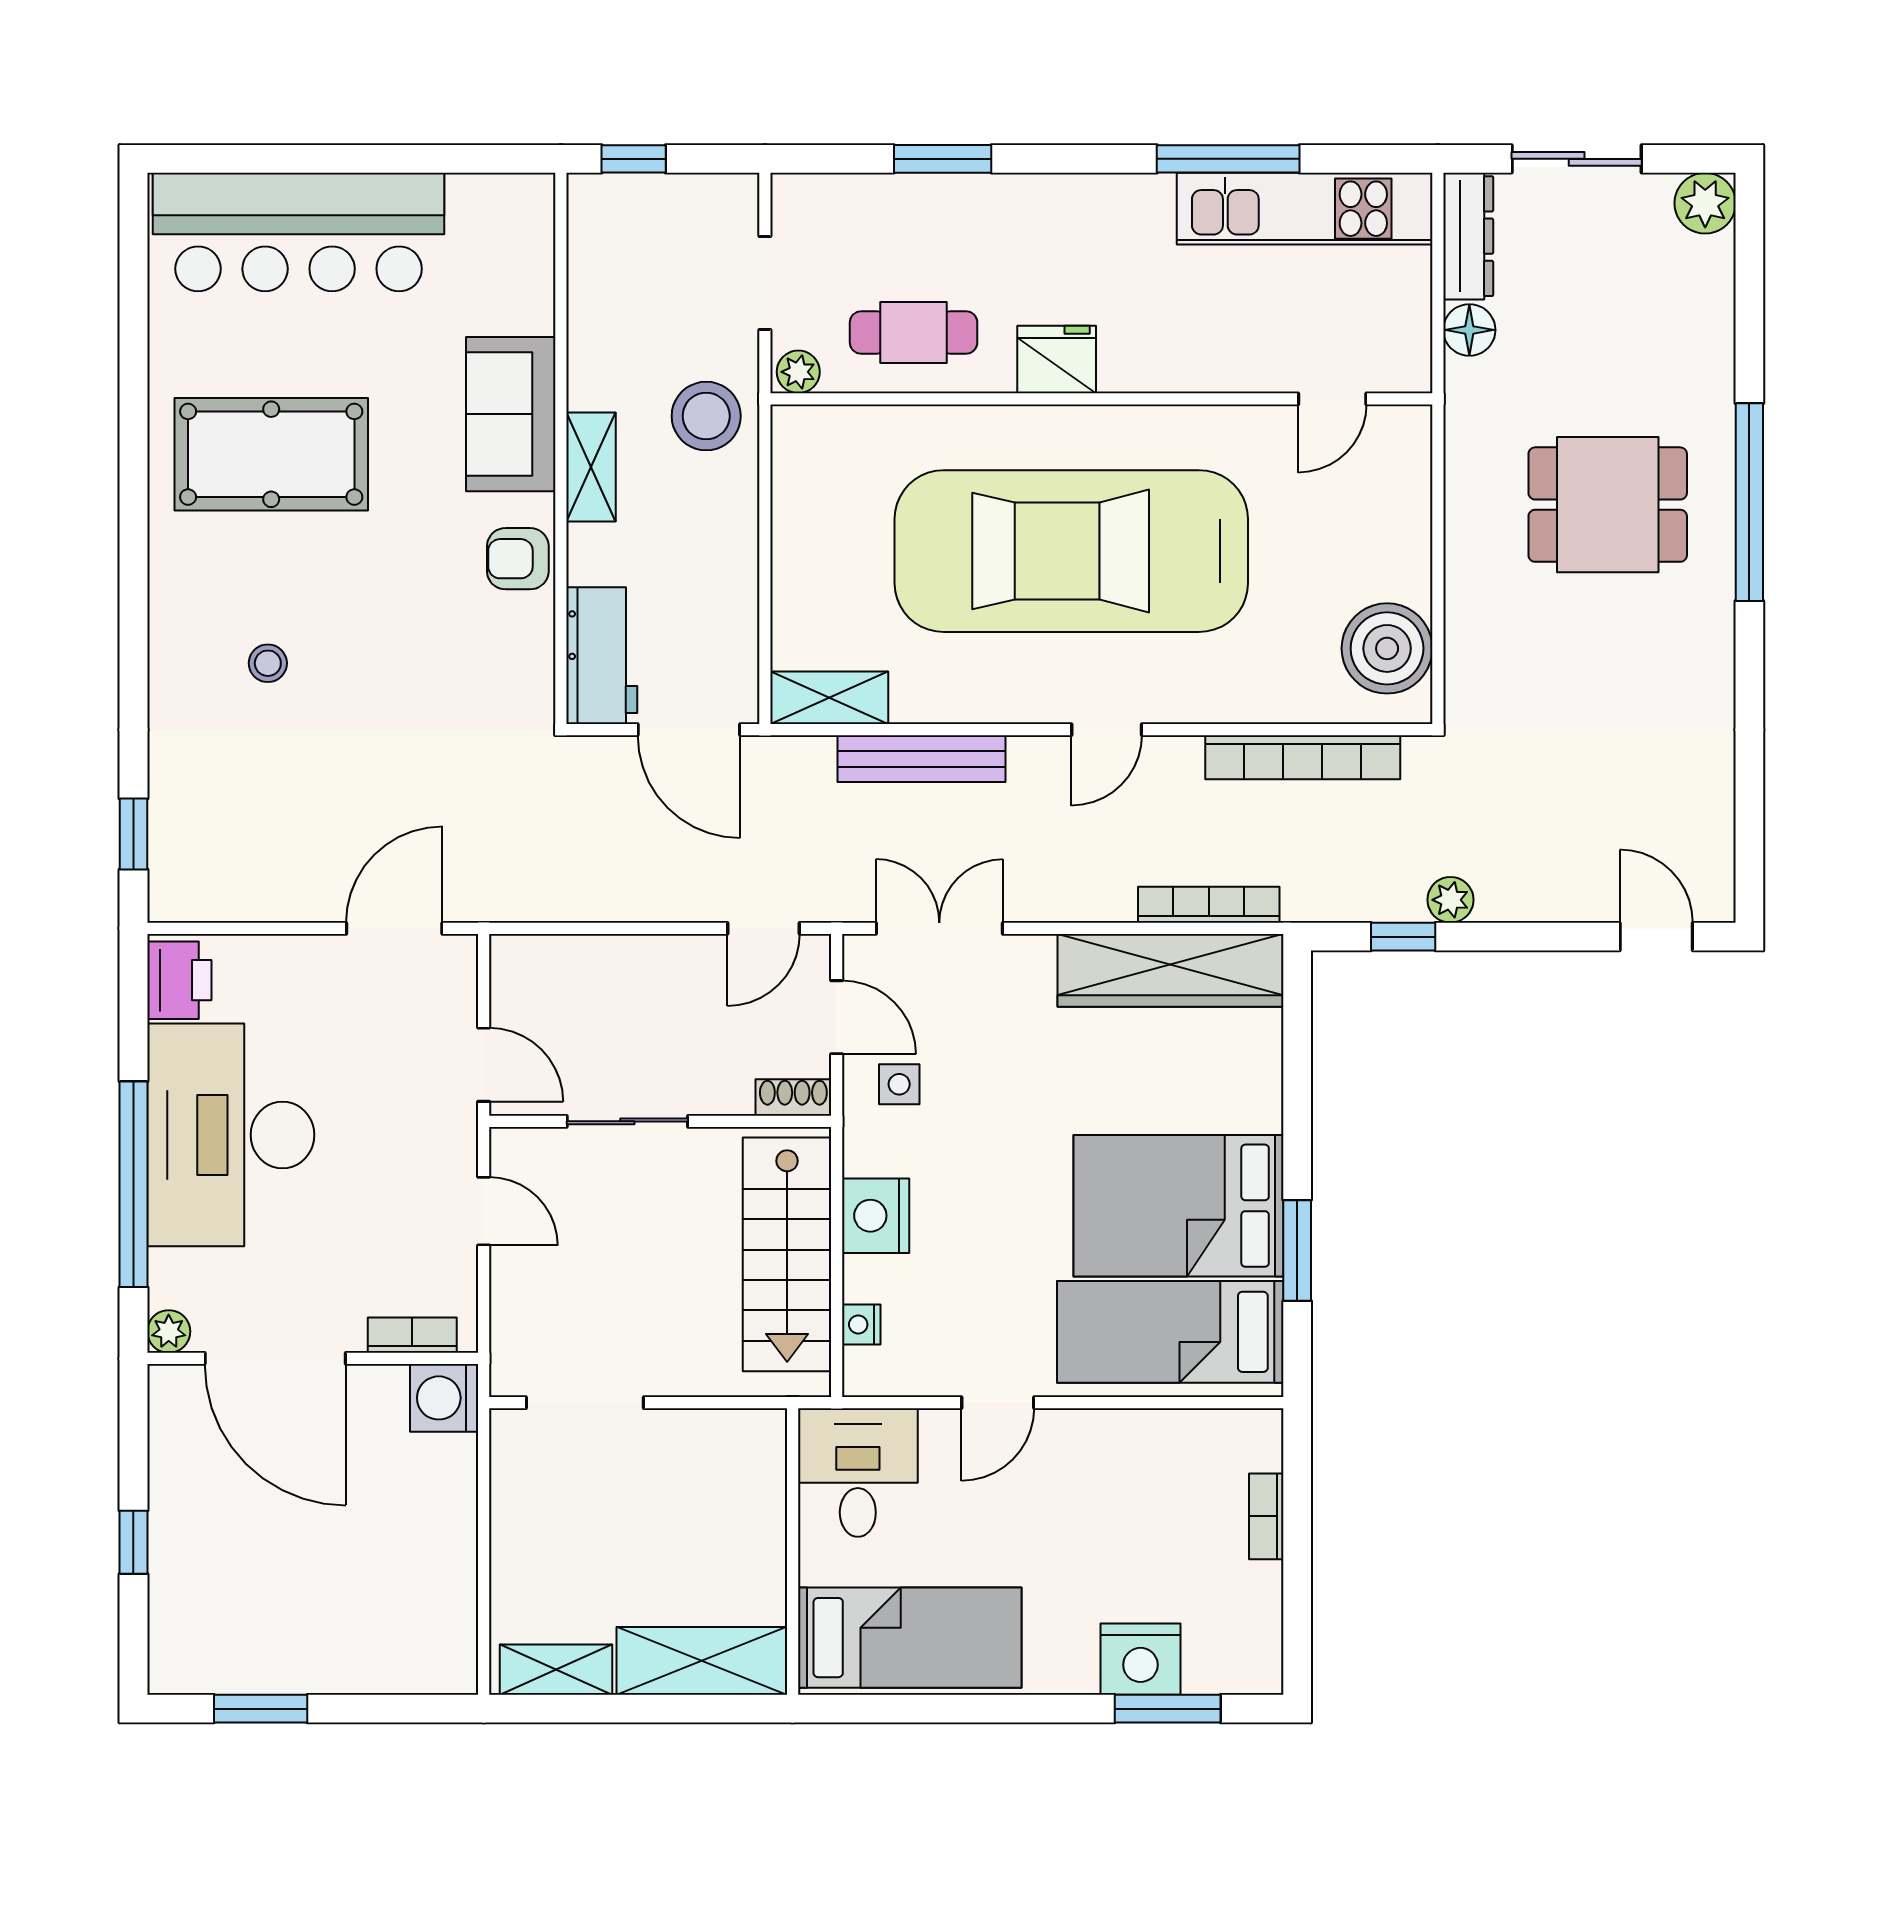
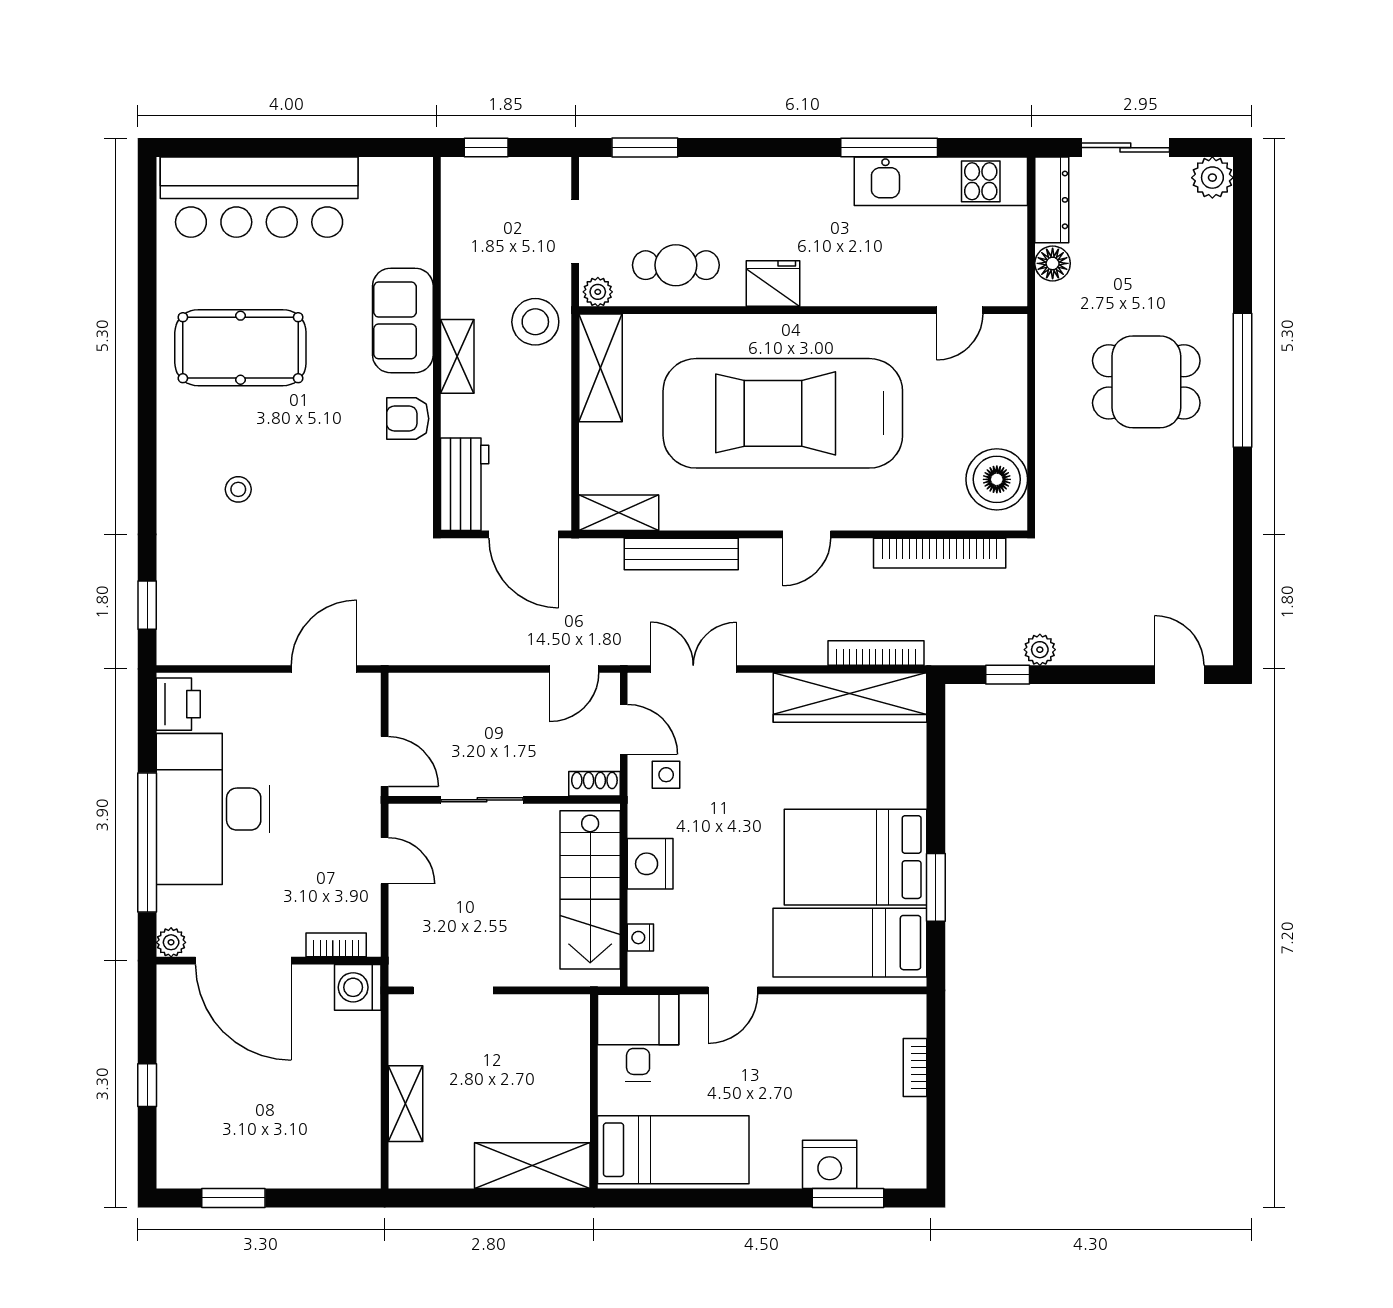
window: (943, 159) -> (645, 148), moved
shelving: (802, 484) -> (600, 368), added
shelving: (556, 1670) -> (405, 1104), moved, turned 90

